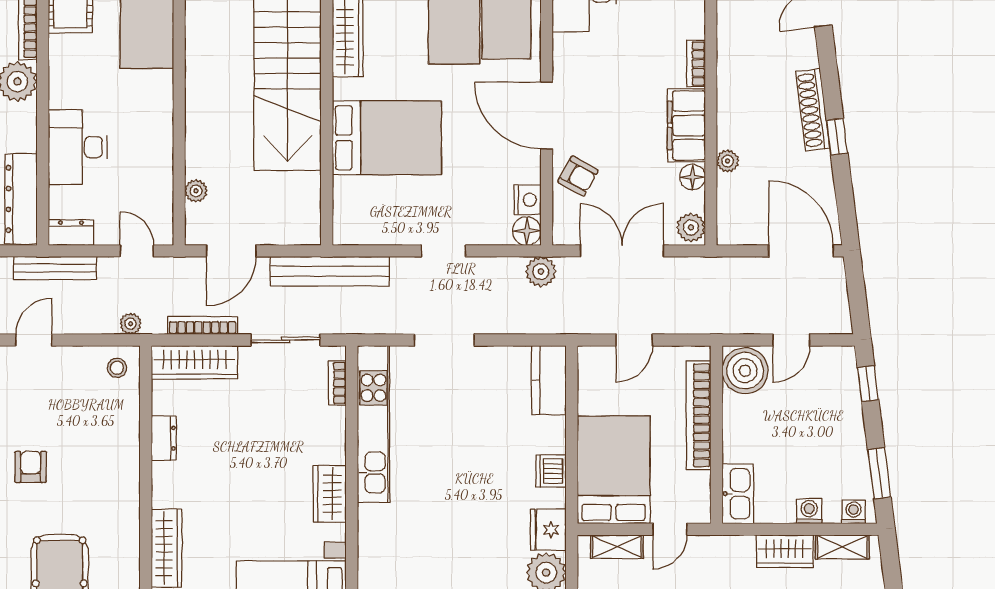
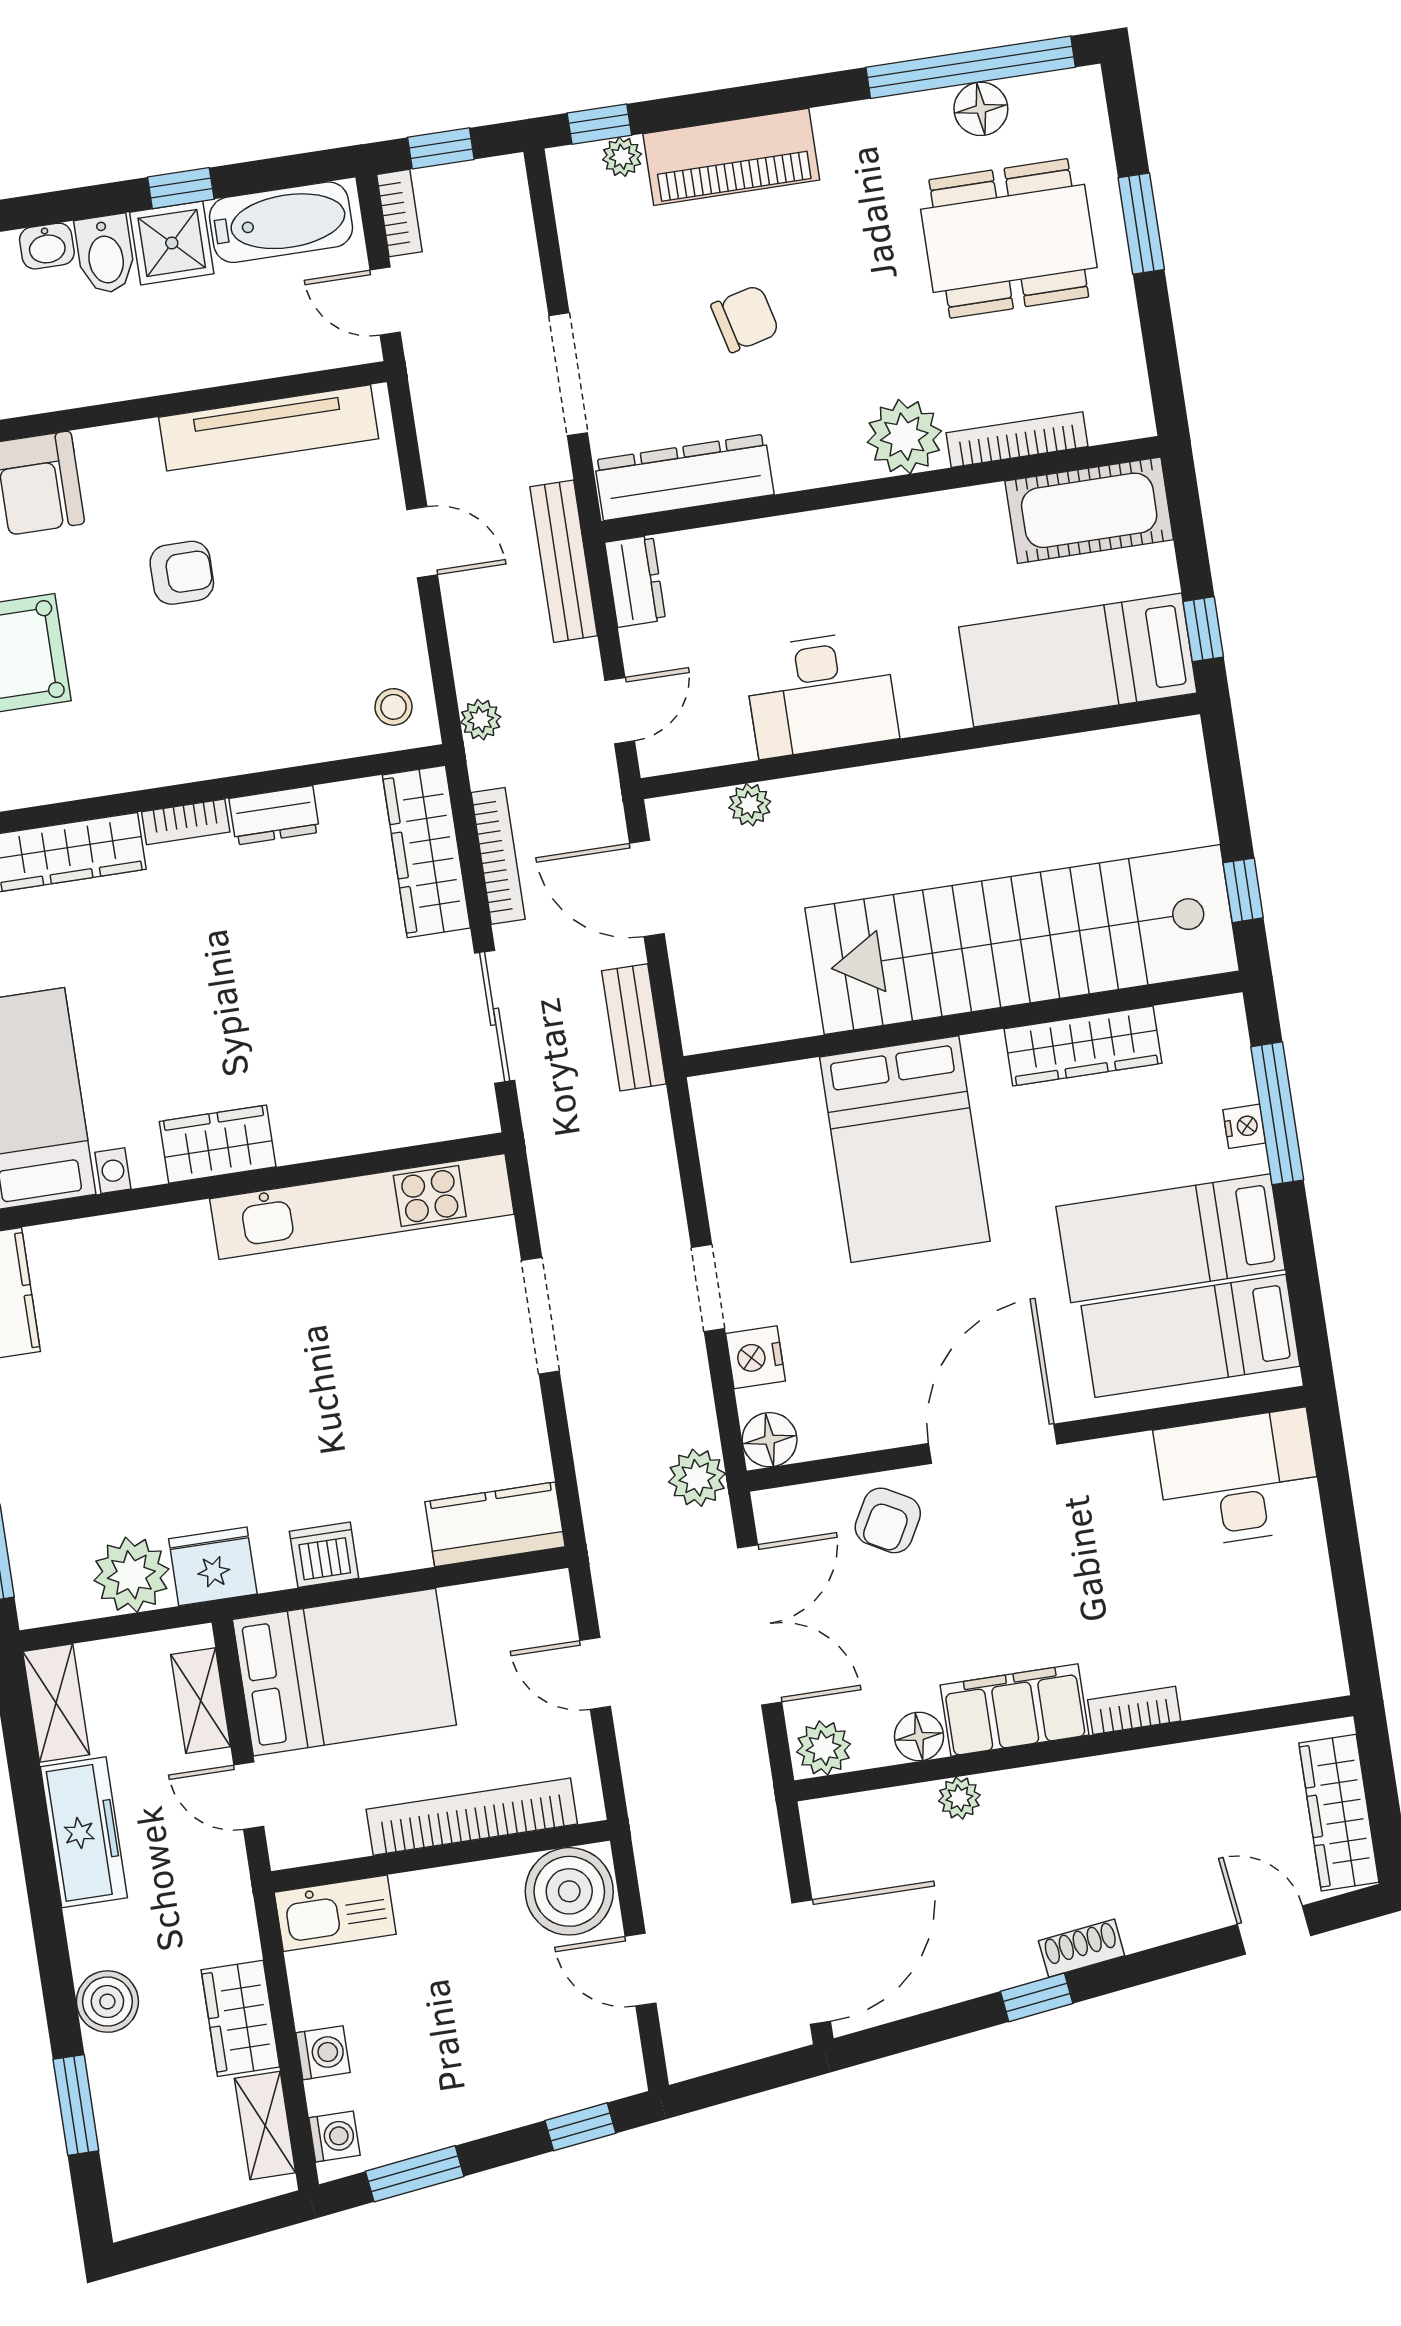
shoe rack: (813, 110) -> (1082, 1948), width x0.51, depth x0.81
desk: (78, 147) -> (821, 694), moved, turned 180
nightstand: (528, 200) -> (755, 1357), moved, turned 90
bench: (330, 271) -> (634, 1027), width x0.54, depth x0.82
bookcase: (337, 383) -> (186, 822), moved, turned 180

